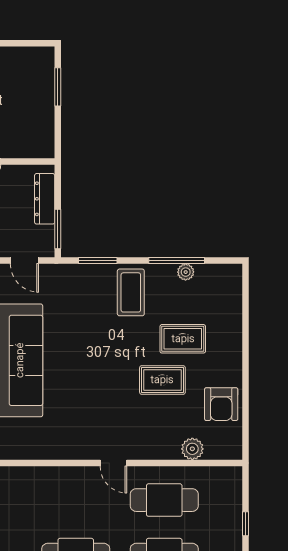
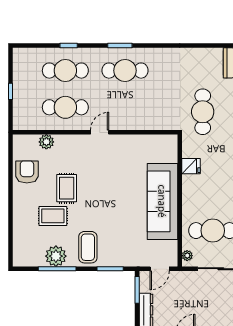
door: (24, 261) -> (160, 269), swing flipped
plant: (186, 272) -> (56, 256), width x1.87, depth x1.87
rug: (162, 380) -> (67, 188), turned 90
door: (113, 463) -> (100, 132), hinge flipped

